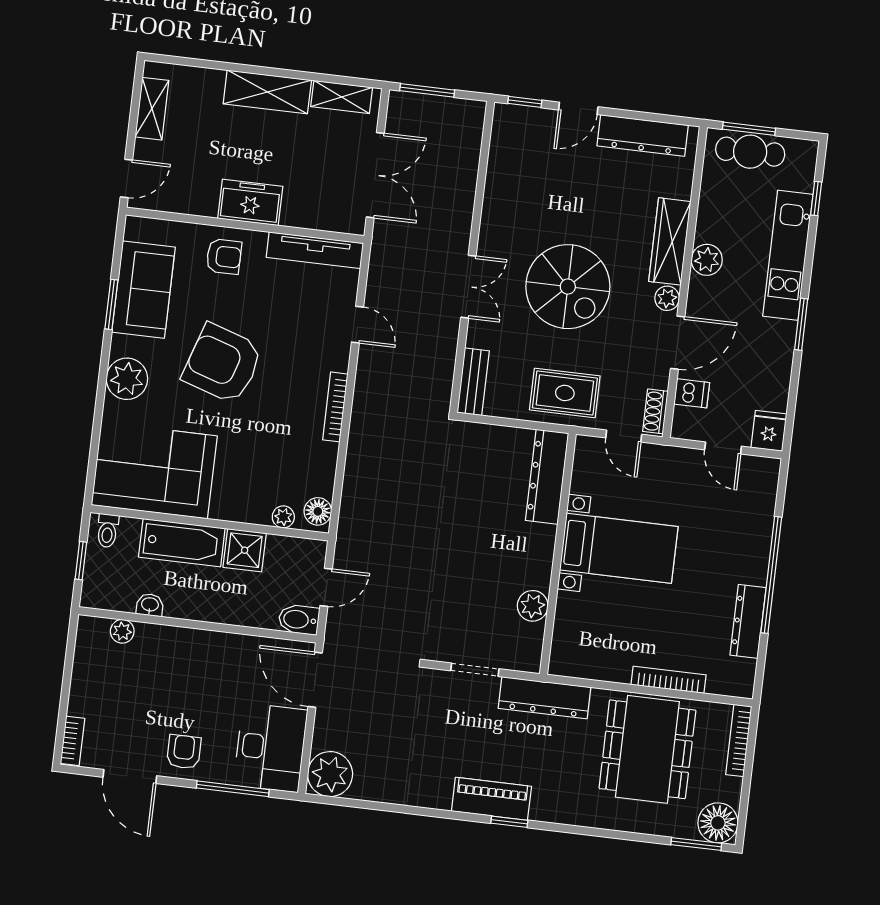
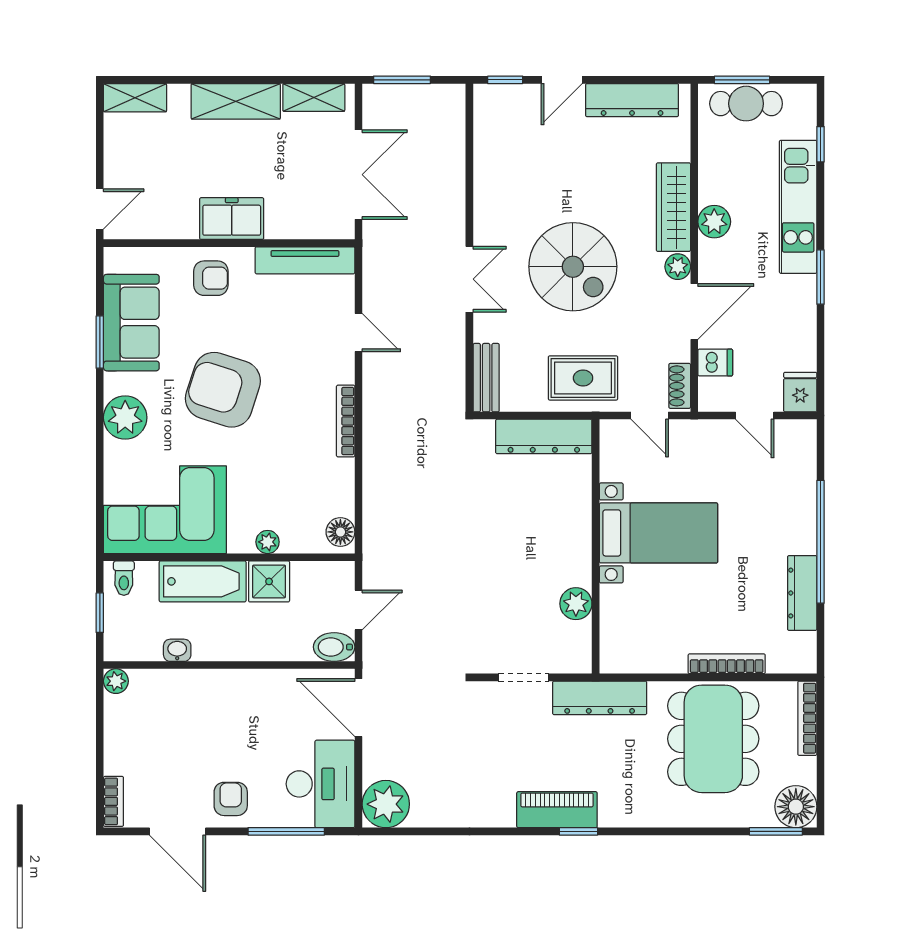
shelving: (152, 109) -> (135, 98), moved, turned 90
dresser: (547, 477) -> (544, 436), moved, turned -90
plant: (283, 517) -> (268, 542), moved
plant: (122, 631) -> (116, 681), moved

